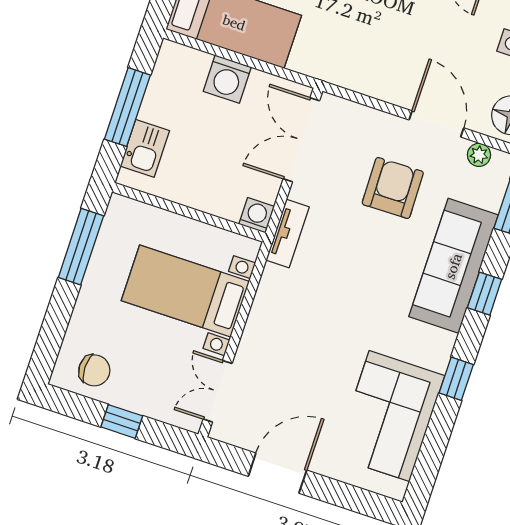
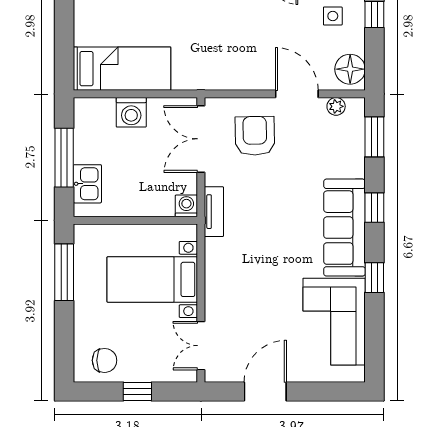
armchair: (393, 188) -> (255, 136), moved
sofa: (453, 266) -> (344, 228), moved

